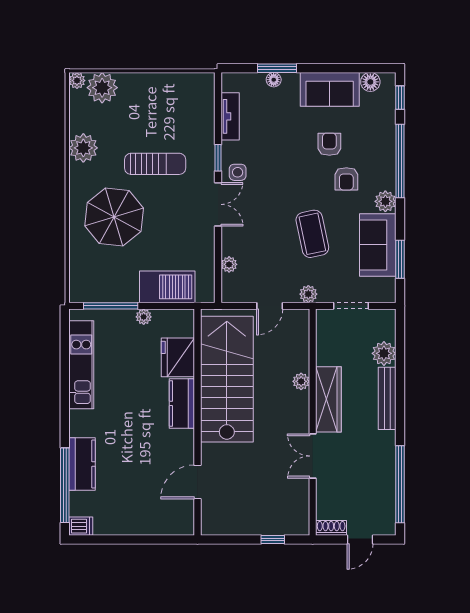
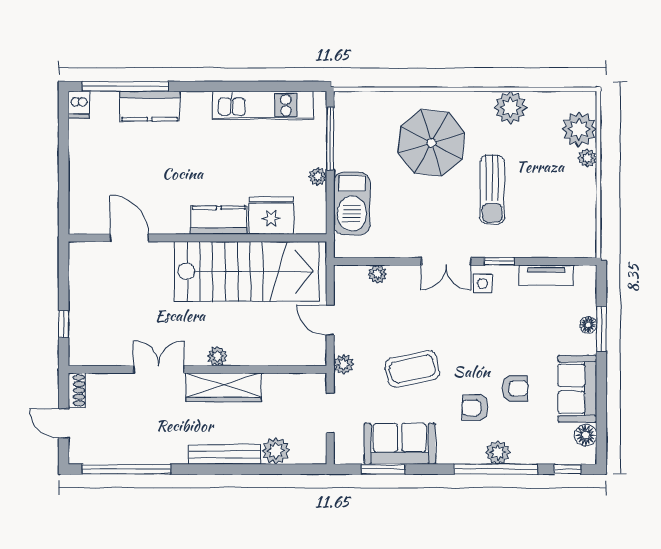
plant: (77, 81) -> (587, 158), moved
plant: (385, 201) -> (498, 452), moved
plant: (301, 381) -> (217, 356), moved

